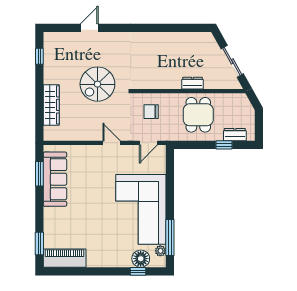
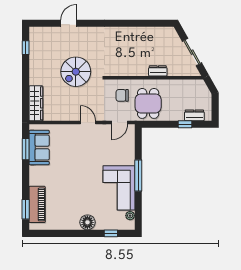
wardrobe: (51, 105) -> (36, 103), moved
dining table: (198, 115) -> (148, 103), moved
sofa: (55, 179) -> (39, 148), width x0.73
corner sofa: (141, 209) -> (119, 188), width x0.73, depth x0.74
window: (170, 238) -> (138, 176), moved
piano: (65, 258) -> (37, 204), moved, turned 90
floor lamp: (141, 259) -> (87, 222), moved

